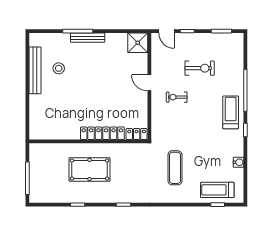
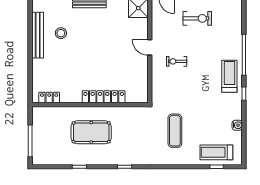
exercise bike: (200, 68) -> (197, 18), moved
locker: (137, 134) -> (49, 98), moved

